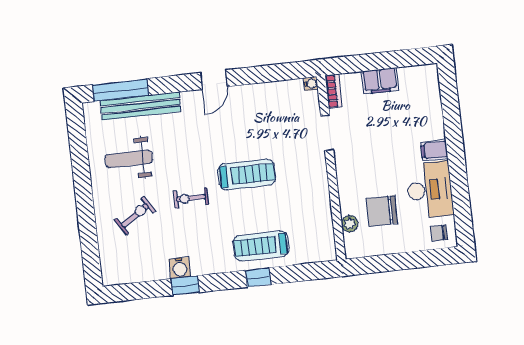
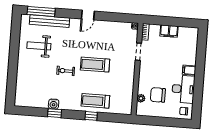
treadmill: (247, 175) -> (95, 65), turned 180
exercise bike: (135, 215) -> (37, 74), removed

